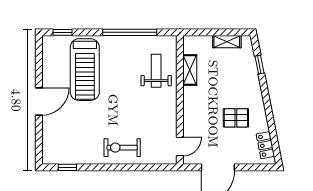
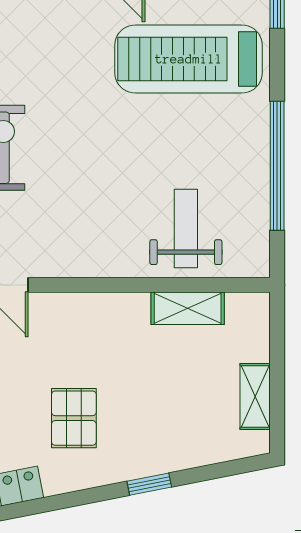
window: (259, 65) -> (149, 484), moved
weight bench: (156, 71) -> (186, 229), turned -90

